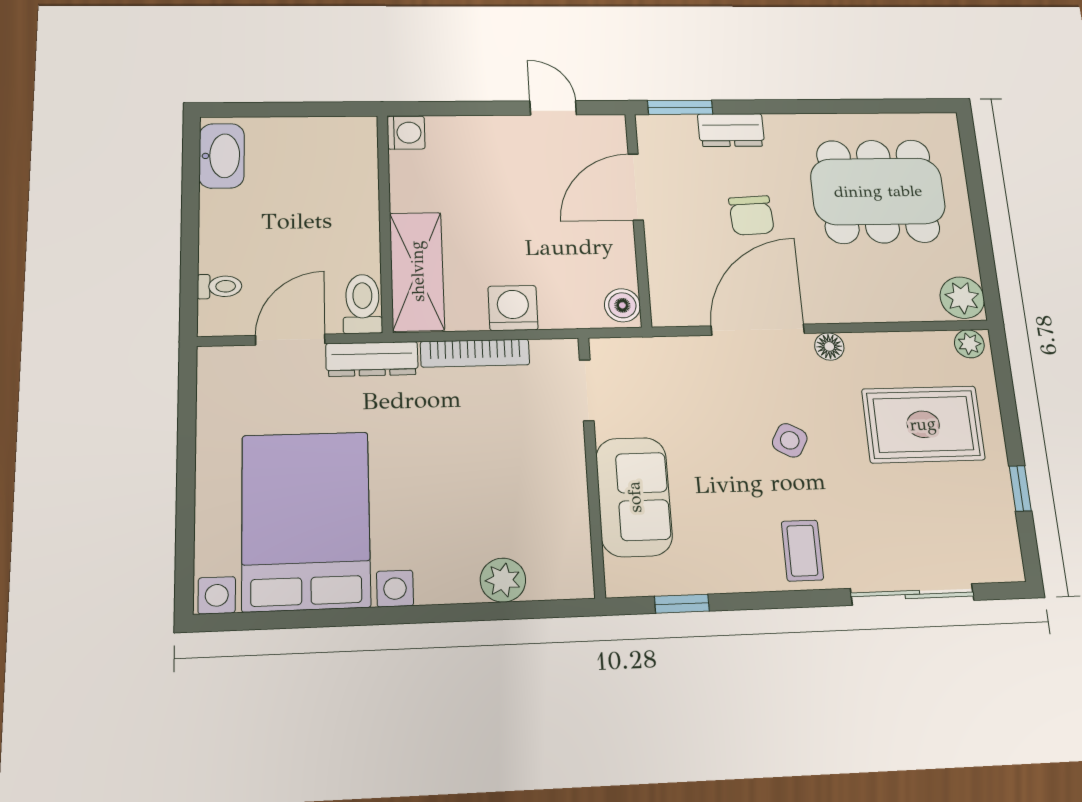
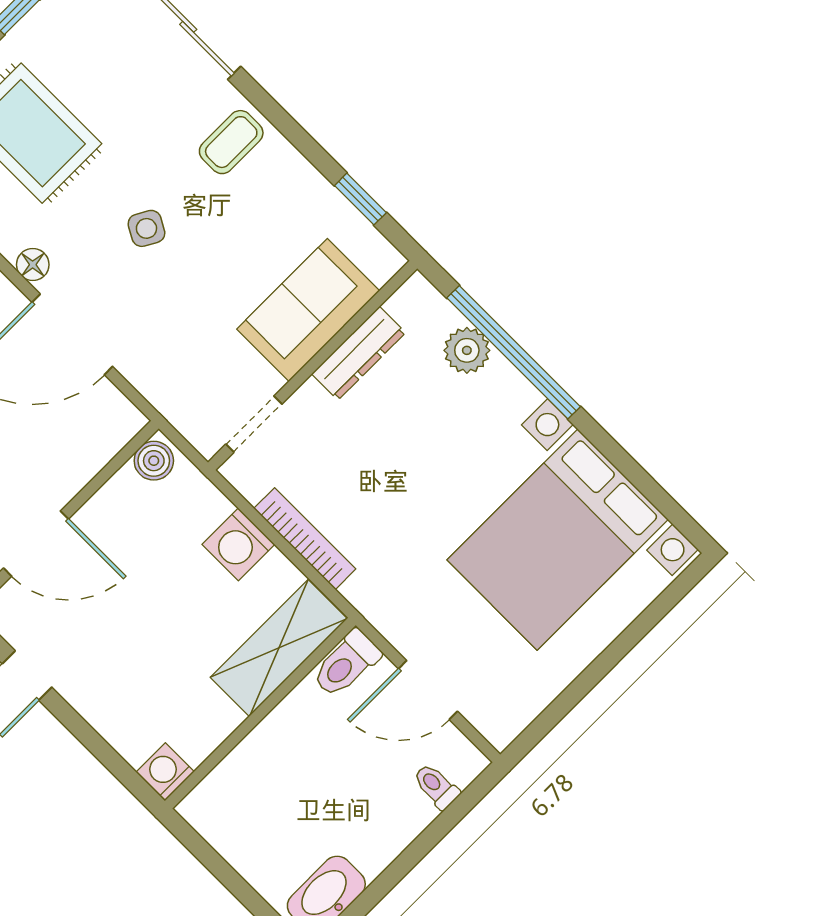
dresser: (372, 359) -> (359, 353), moved, turned 90
window: (470, 612) -> (514, 352), added

